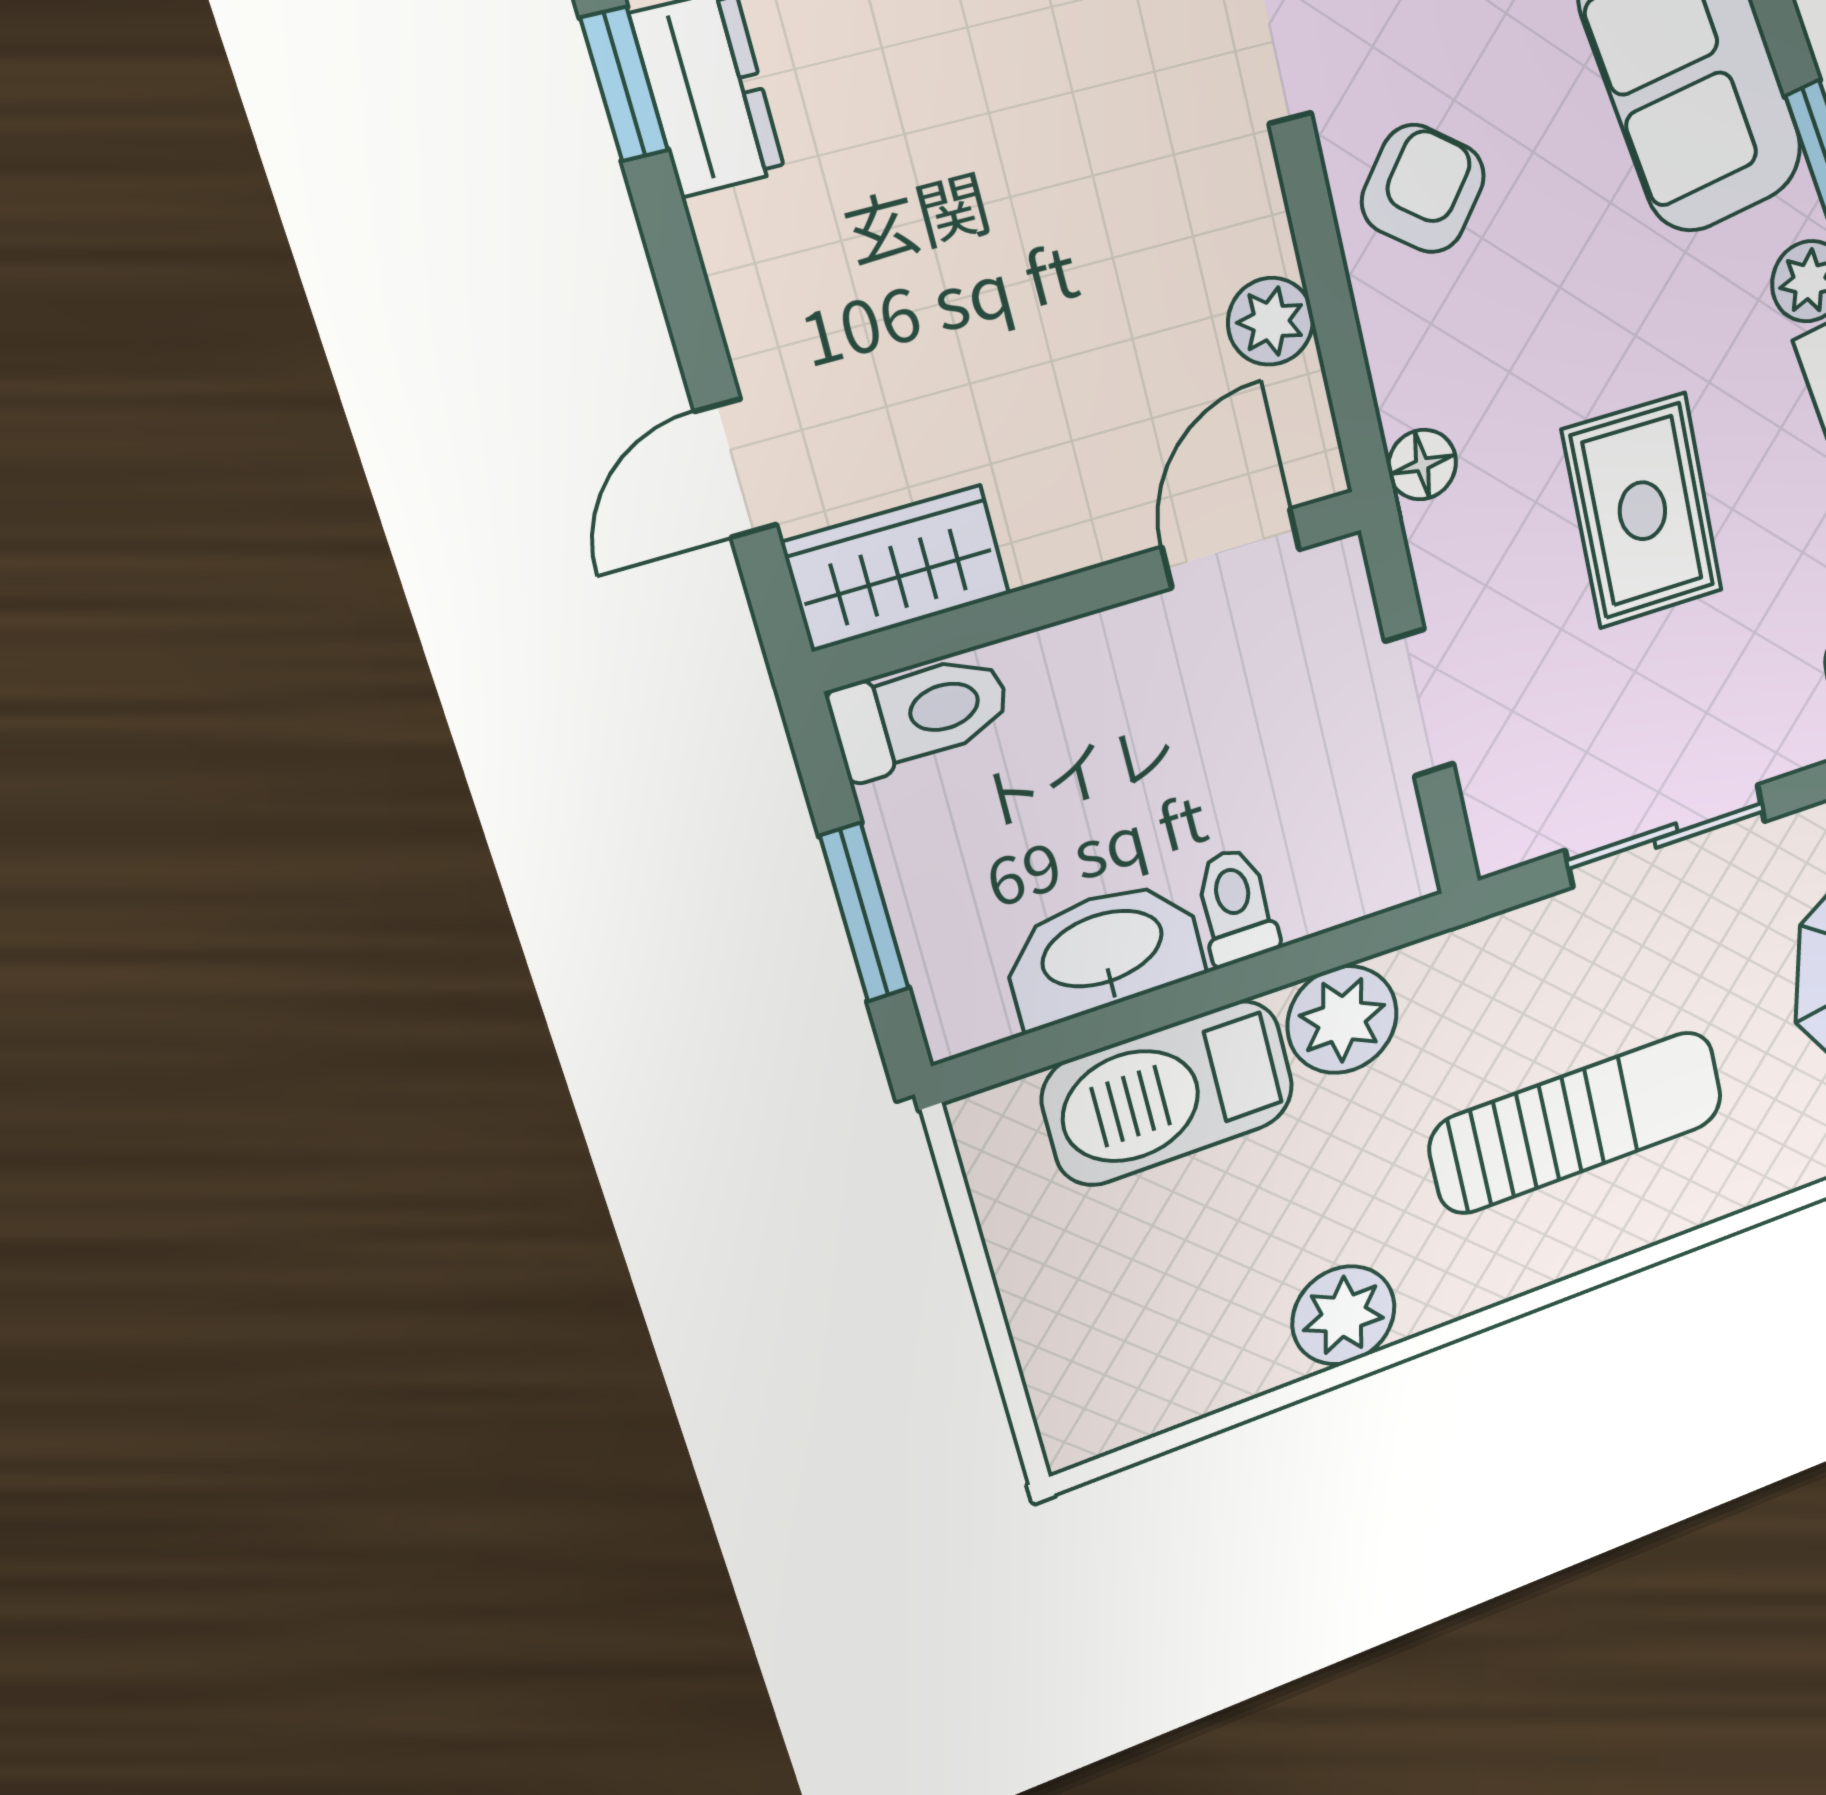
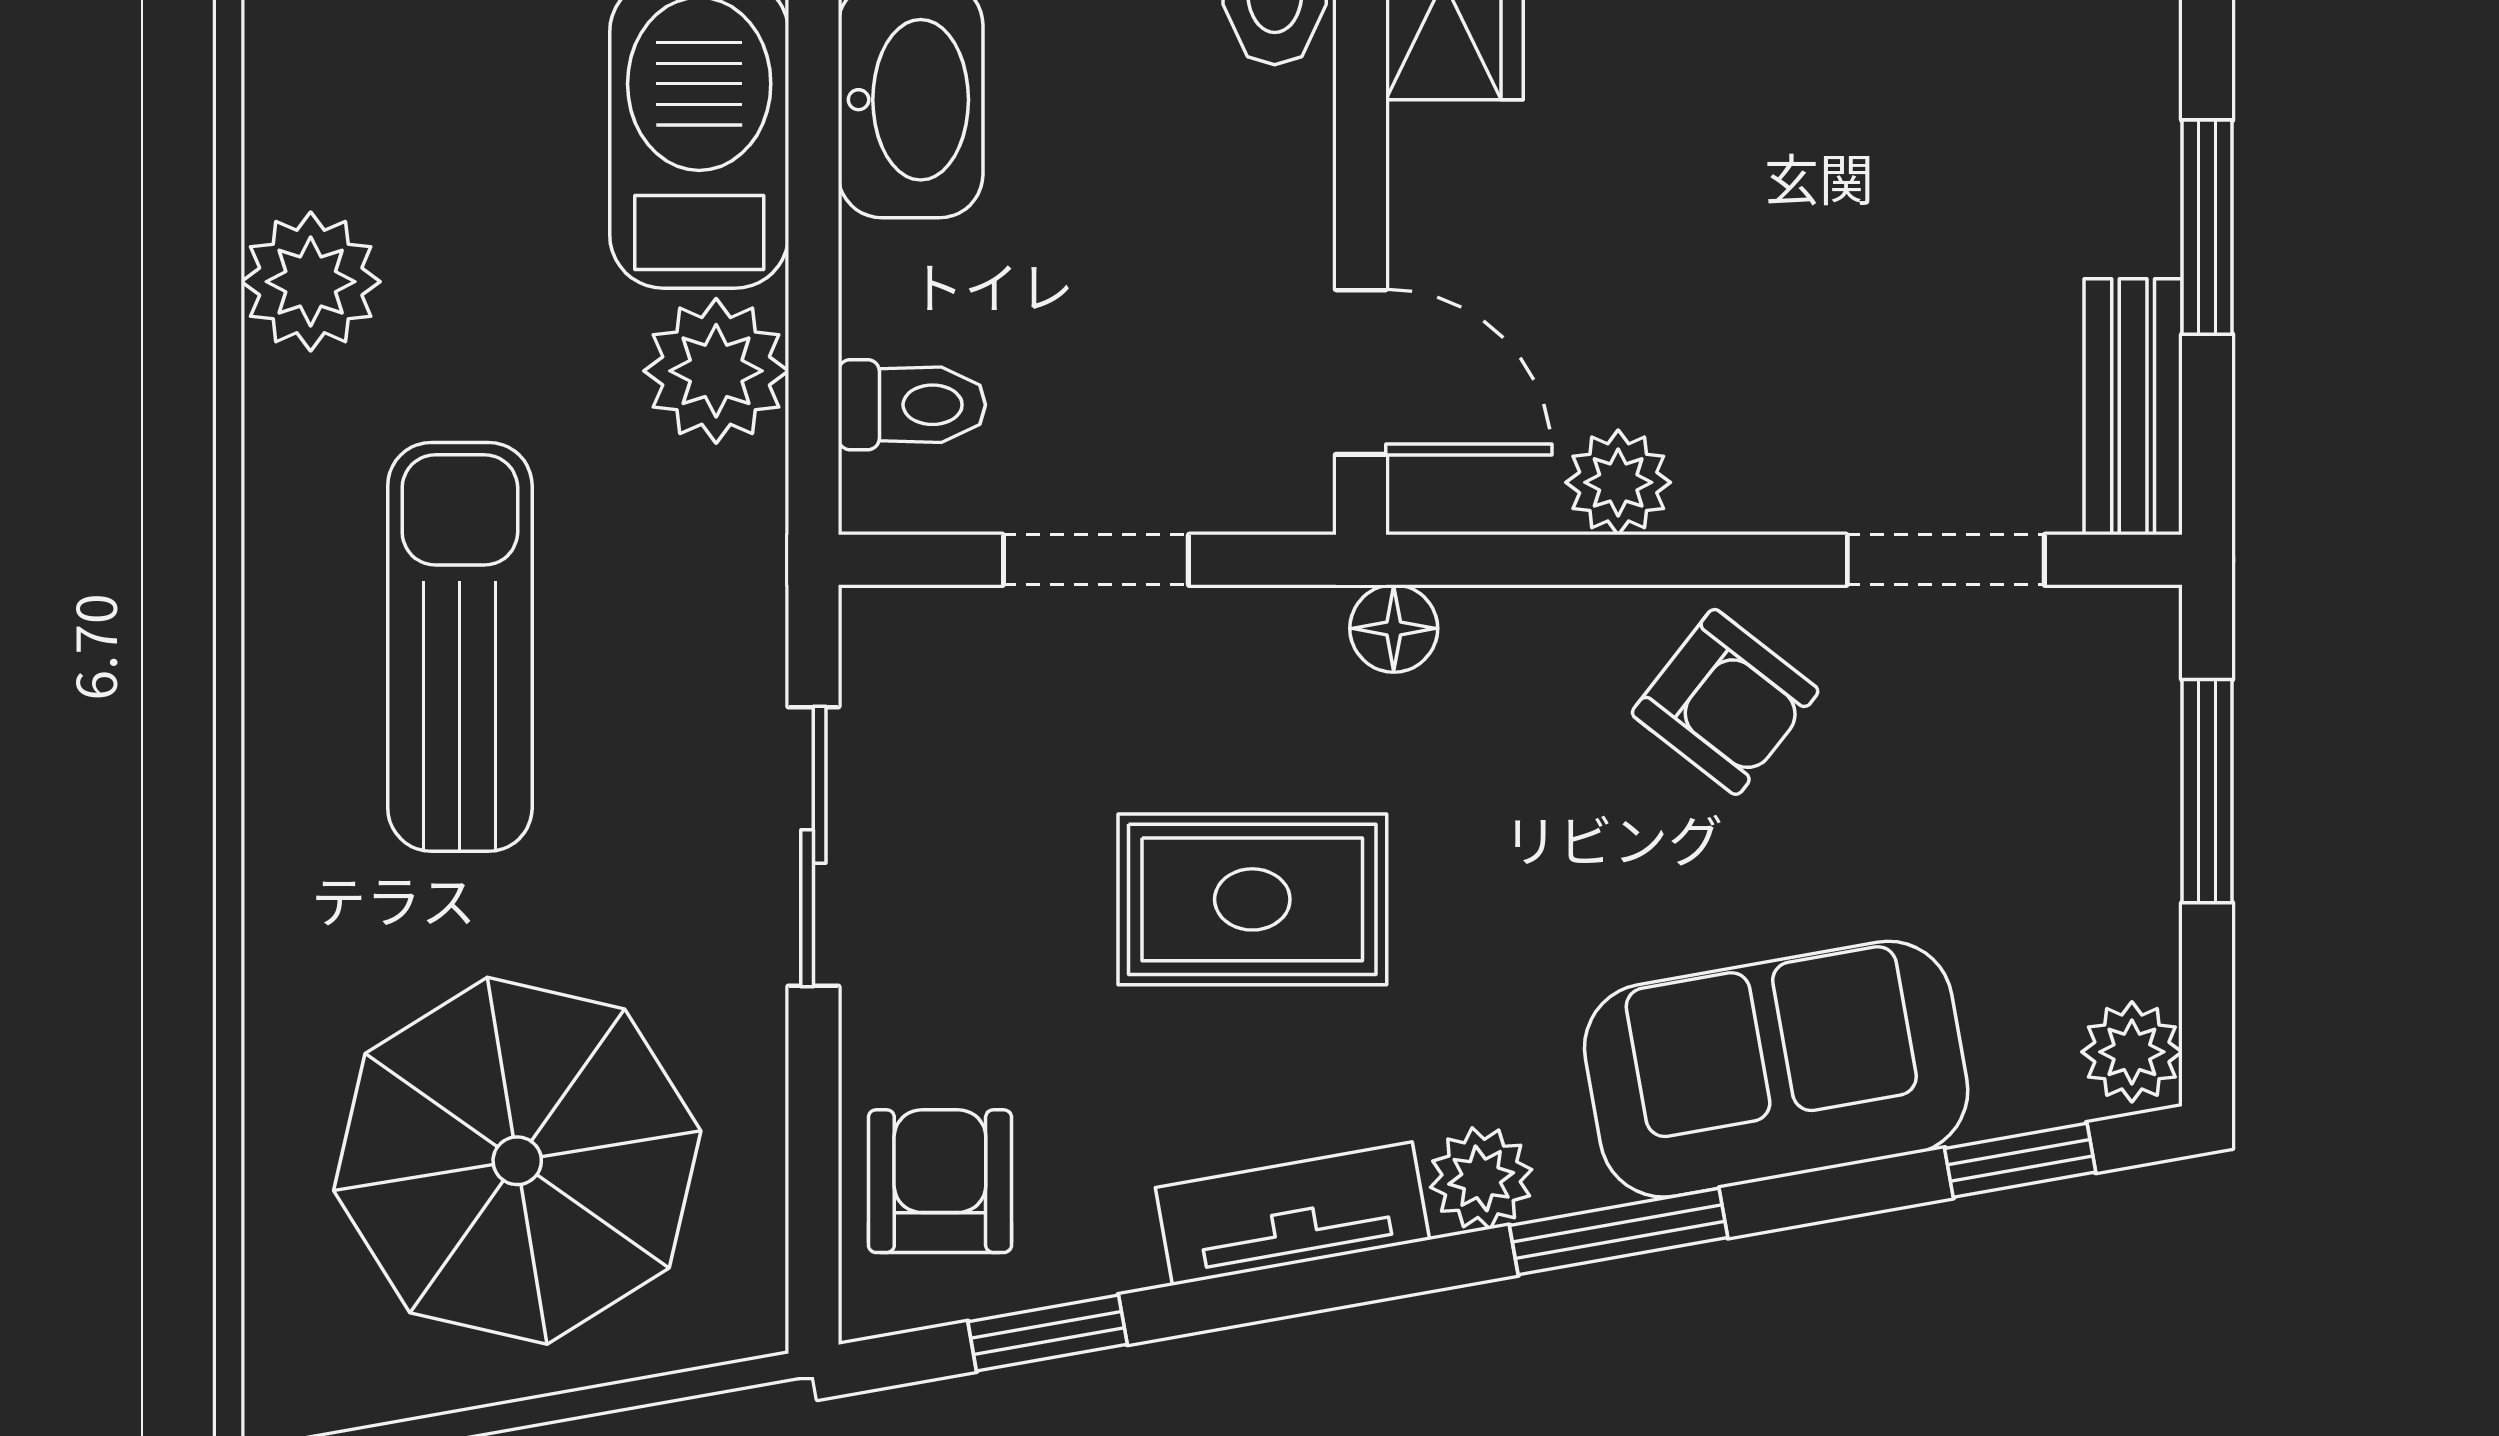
toilet: (1236, 906) -> (912, 405), moved
sun lounger: (1577, 1122) -> (460, 647), turned 180

